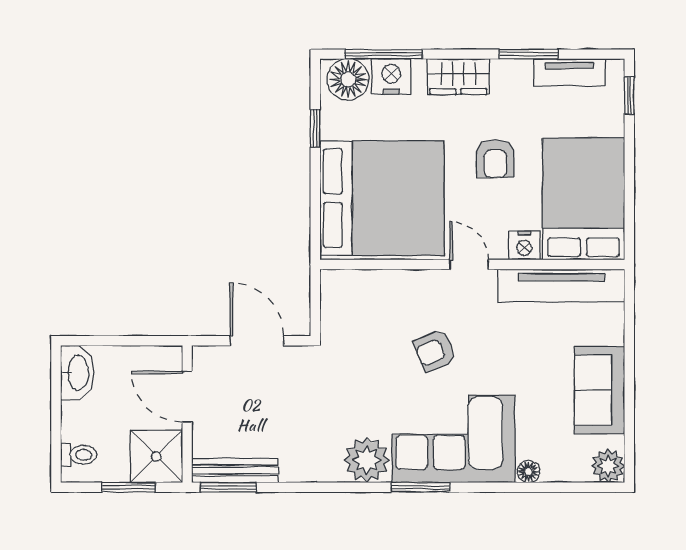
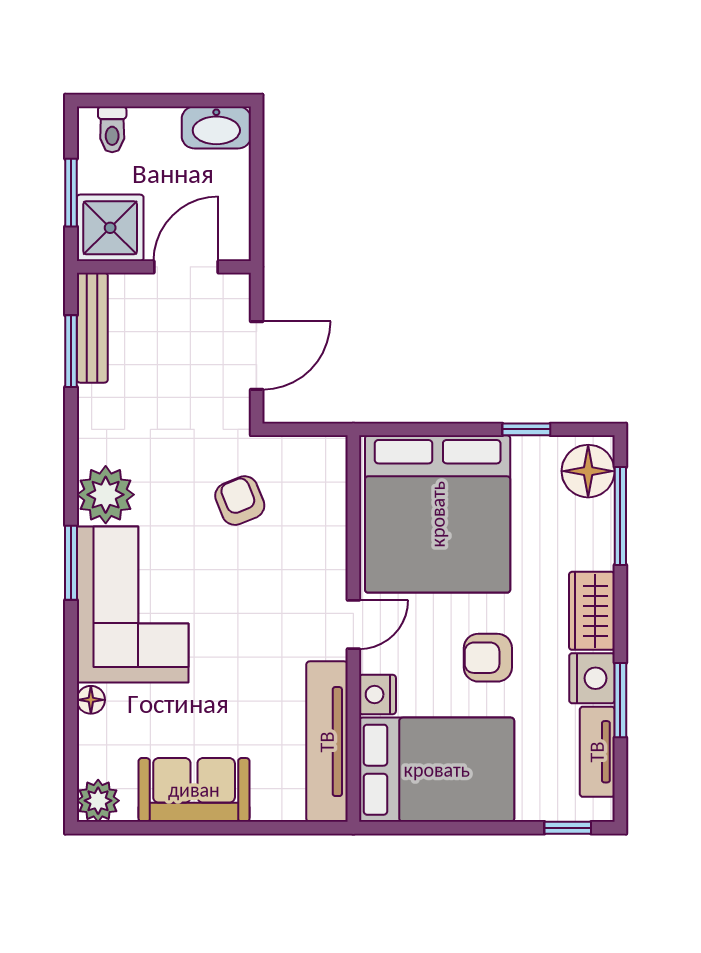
nightstand: (391, 76) -> (592, 678), moved
armchair: (435, 351) -> (240, 501), moved
window: (228, 487) -> (71, 351), moved

